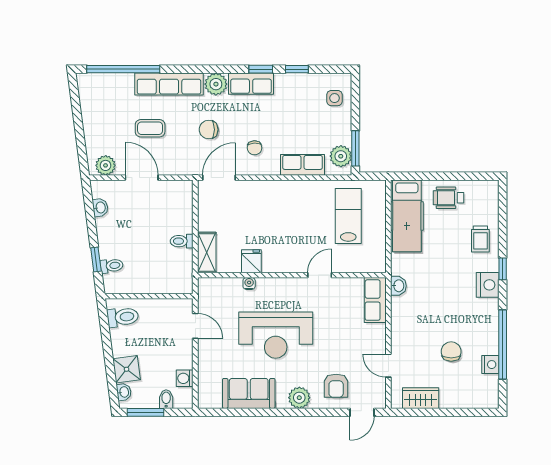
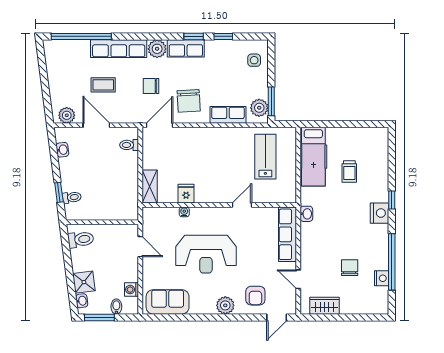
chair: (255, 148) -> (189, 101), width x1.87, depth x1.87
wheelchair: (448, 198) -> (347, 142), removed
trolley: (480, 239) -> (349, 172), moved
toilet: (182, 241) -> (129, 145), moved
row of seats: (375, 300) -> (287, 234), width x1.48
sofa: (249, 393) -> (168, 302), moved

